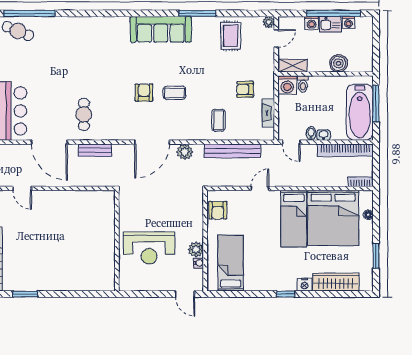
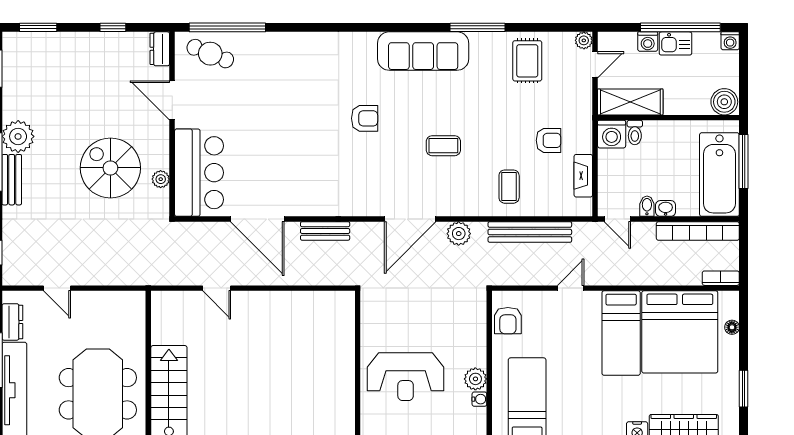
washing machine: (348, 22) -> (730, 41), moved
boiler: (338, 63) -> (724, 102), moved
shelving: (293, 66) -> (630, 102), width x1.50, depth x1.33
armchair: (245, 89) -> (549, 140), turned 180
armchair: (144, 93) -> (365, 118), moved, turned 90
cafe table: (84, 114) -> (309, 178), removed

